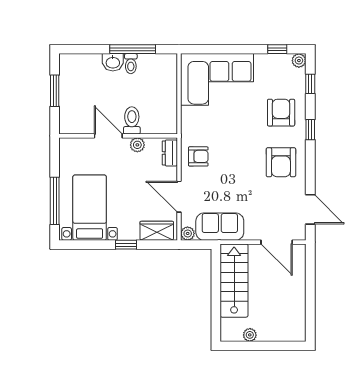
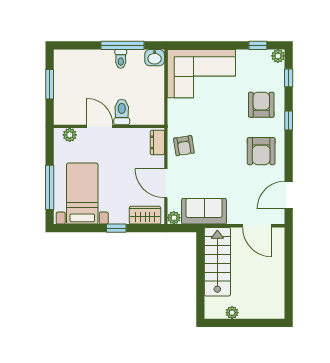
washbasin: (113, 62) -> (155, 58), moved
plant: (137, 145) -> (70, 135), moved
armchair: (198, 156) -> (184, 146), turned 81
door: (310, 209) -> (289, 195), swing flipped

